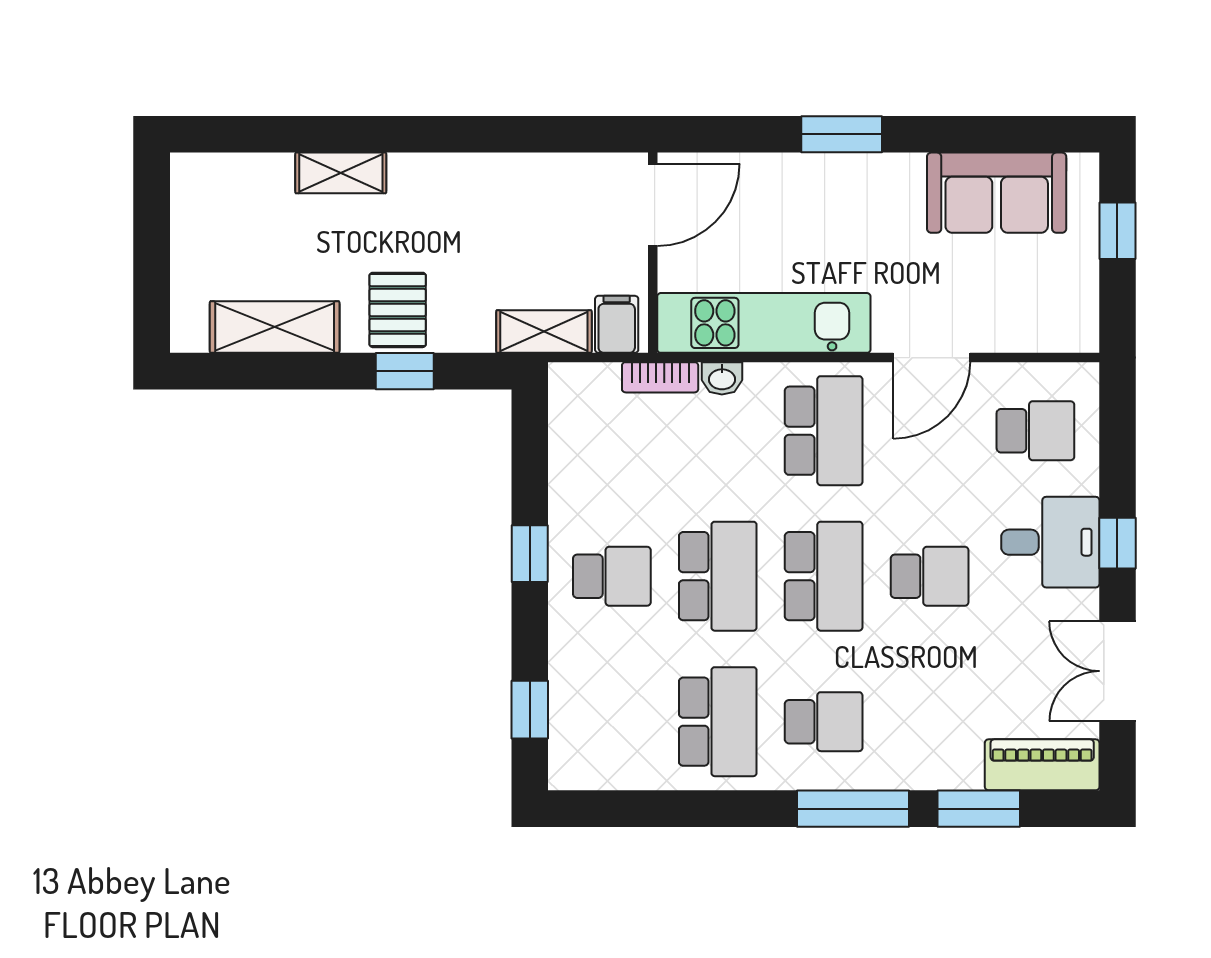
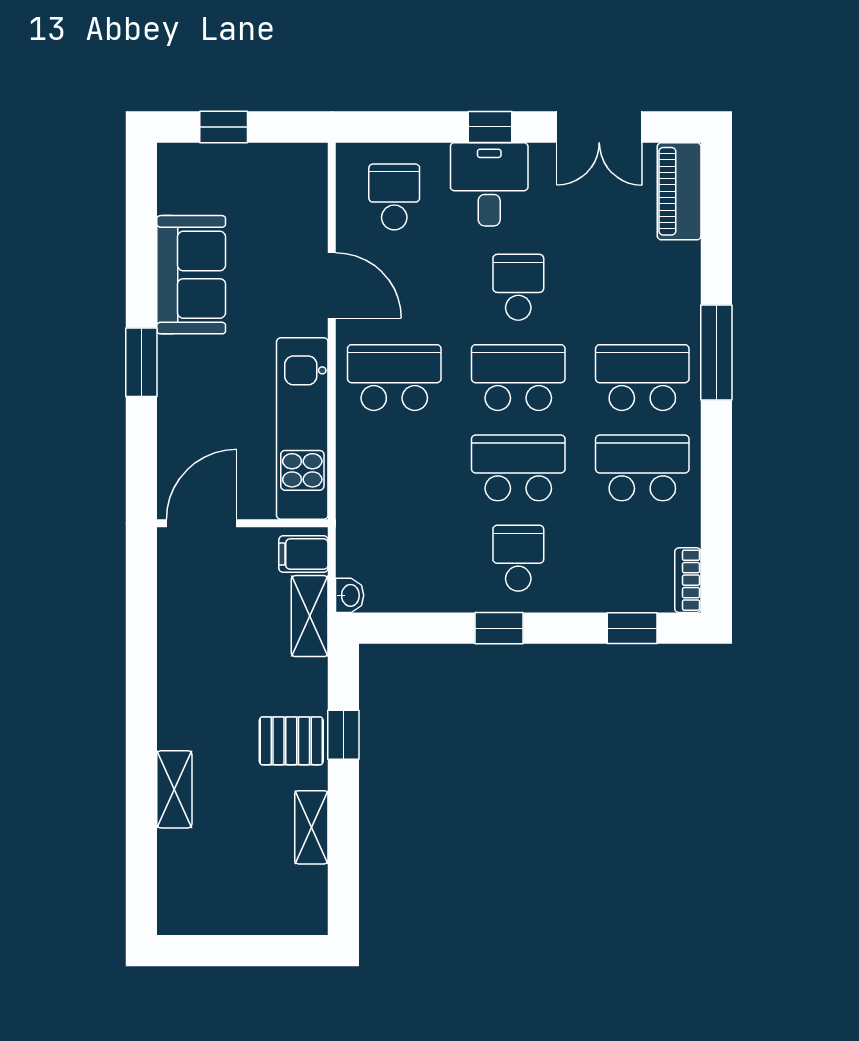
sofa: (997, 193) -> (191, 275), moved
door: (653, 205) -> (202, 523), hinge flipped
shelving: (275, 327) -> (311, 827), width x0.67, depth x0.75
bookcase: (660, 377) -> (688, 580), moved, turned 180
washbasin: (722, 378) -> (350, 595), moved
school desk: (824, 722) -> (642, 378), width x1.85
window: (979, 809) -> (716, 245), removed

